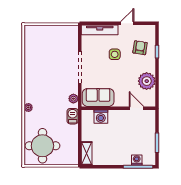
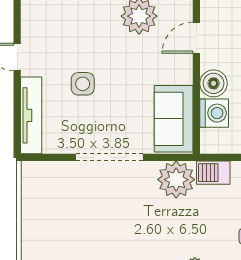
armchair: (140, 48) -> (69, 30), removed
plant: (73, 99) -> (176, 180), width x1.88, depth x1.88
boiler: (115, 116) -> (214, 83), added

